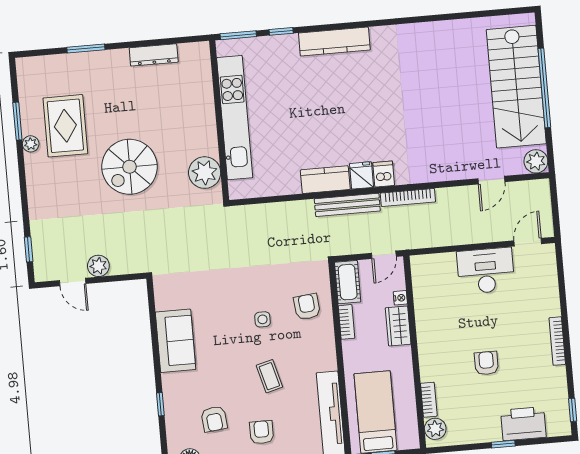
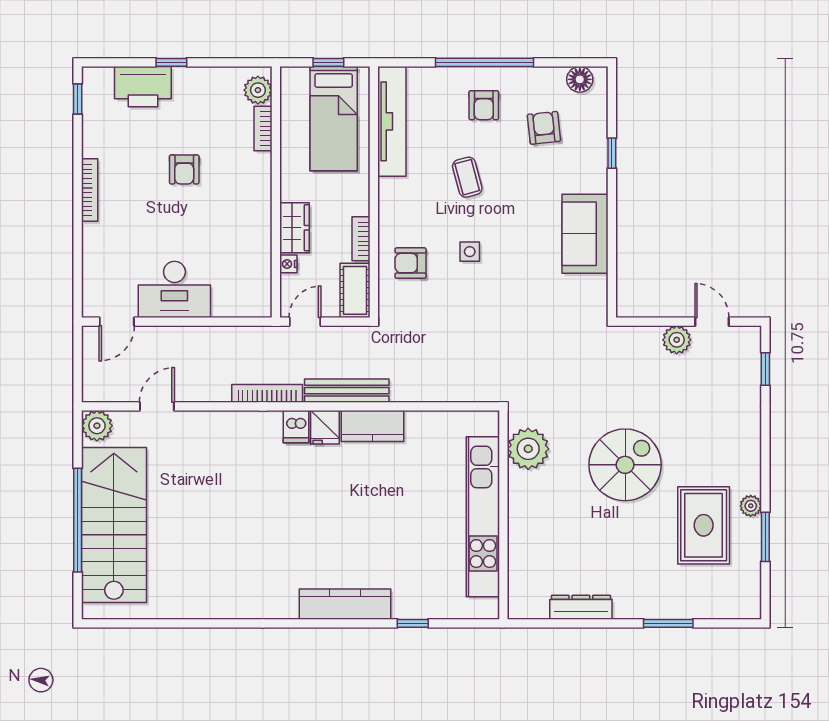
window: (238, 35) -> (469, 623), removed
armchair: (307, 307) -> (410, 263), turned 96

